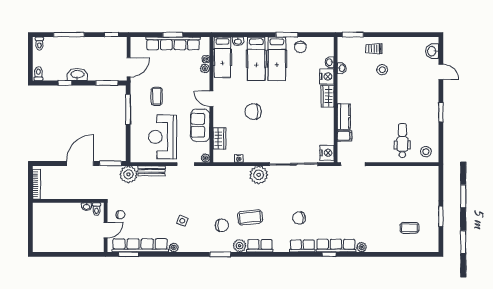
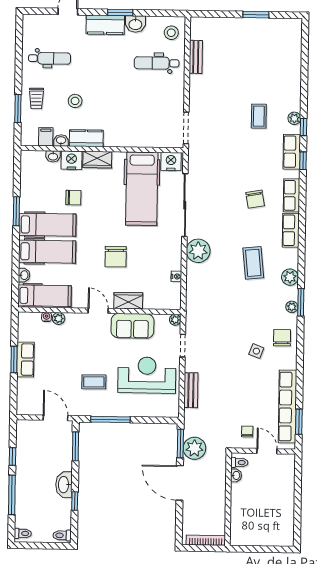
window: (111, 35) -> (12, 457), moved
window: (353, 35) -> (18, 108), moved
row of seats: (173, 43) -> (25, 360), width x0.50
chair: (300, 47) -> (73, 198), moved
washbasin: (432, 51) -> (135, 24), moved
dental chair: (405, 58) -> (50, 58), added
stool: (382, 70) -> (75, 101), moved
door: (211, 99) -> (98, 311), swing flipped
kitchen counter: (431, 101) -> (105, 25), added
kitchen counter: (344, 117) -> (86, 138), moved
hospital bed: (306, 131) -> (142, 189), added
filing cabinet: (344, 136) -> (46, 137), moved
reception desk: (163, 137) -> (147, 375), turned 180
wardrobe: (219, 139) -> (128, 301), moved
bench: (408, 171) -> (196, 57), added
plant: (128, 174) -> (194, 448), moved
chair: (222, 225) -> (282, 338), moved
coffee table: (409, 228) -> (259, 116), moved
row of seats: (260, 246) -> (291, 230), moved
row of seats: (336, 246) -> (292, 152), width x0.68
plant: (174, 247) -> (292, 307), moved
window: (355, 254) -> (304, 127), added

